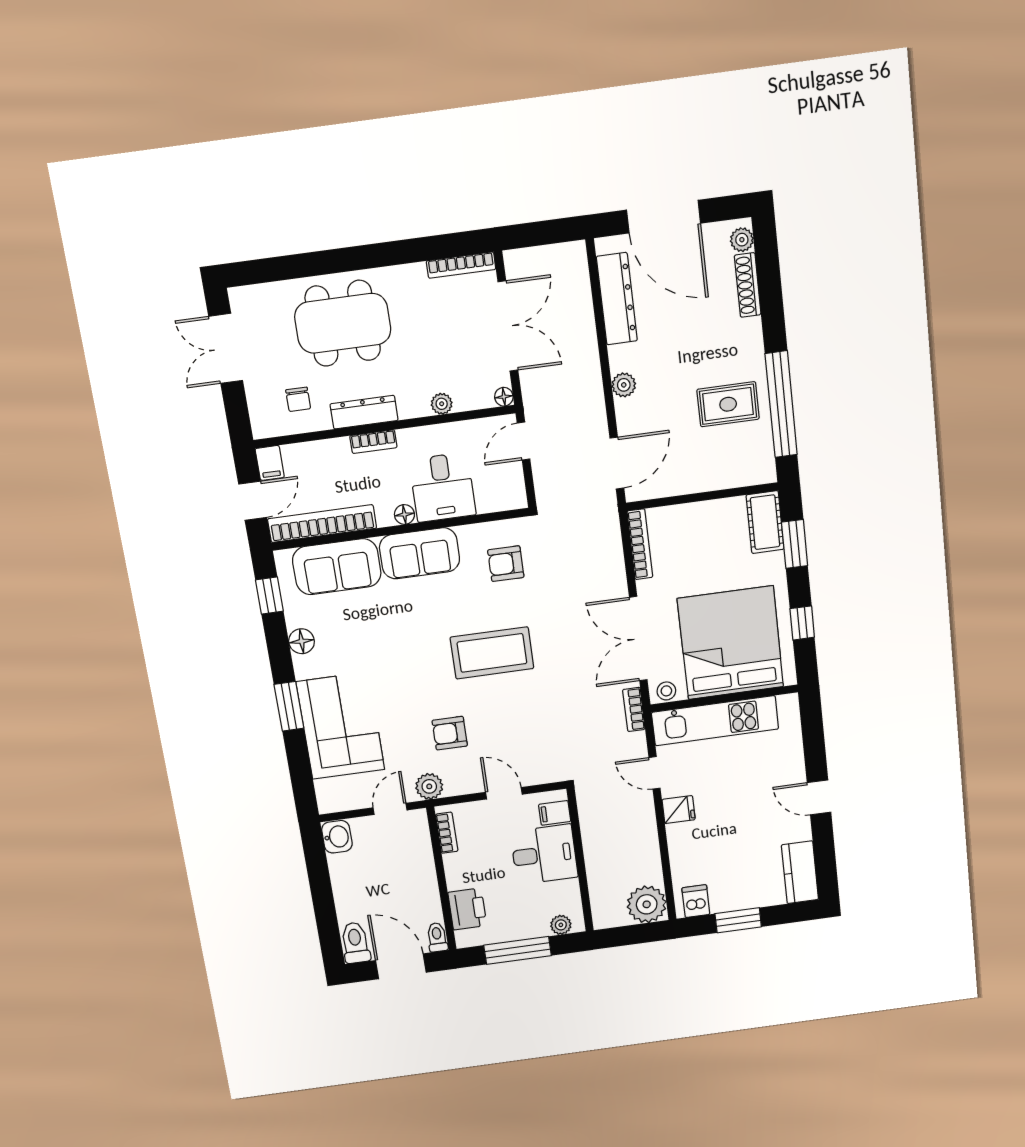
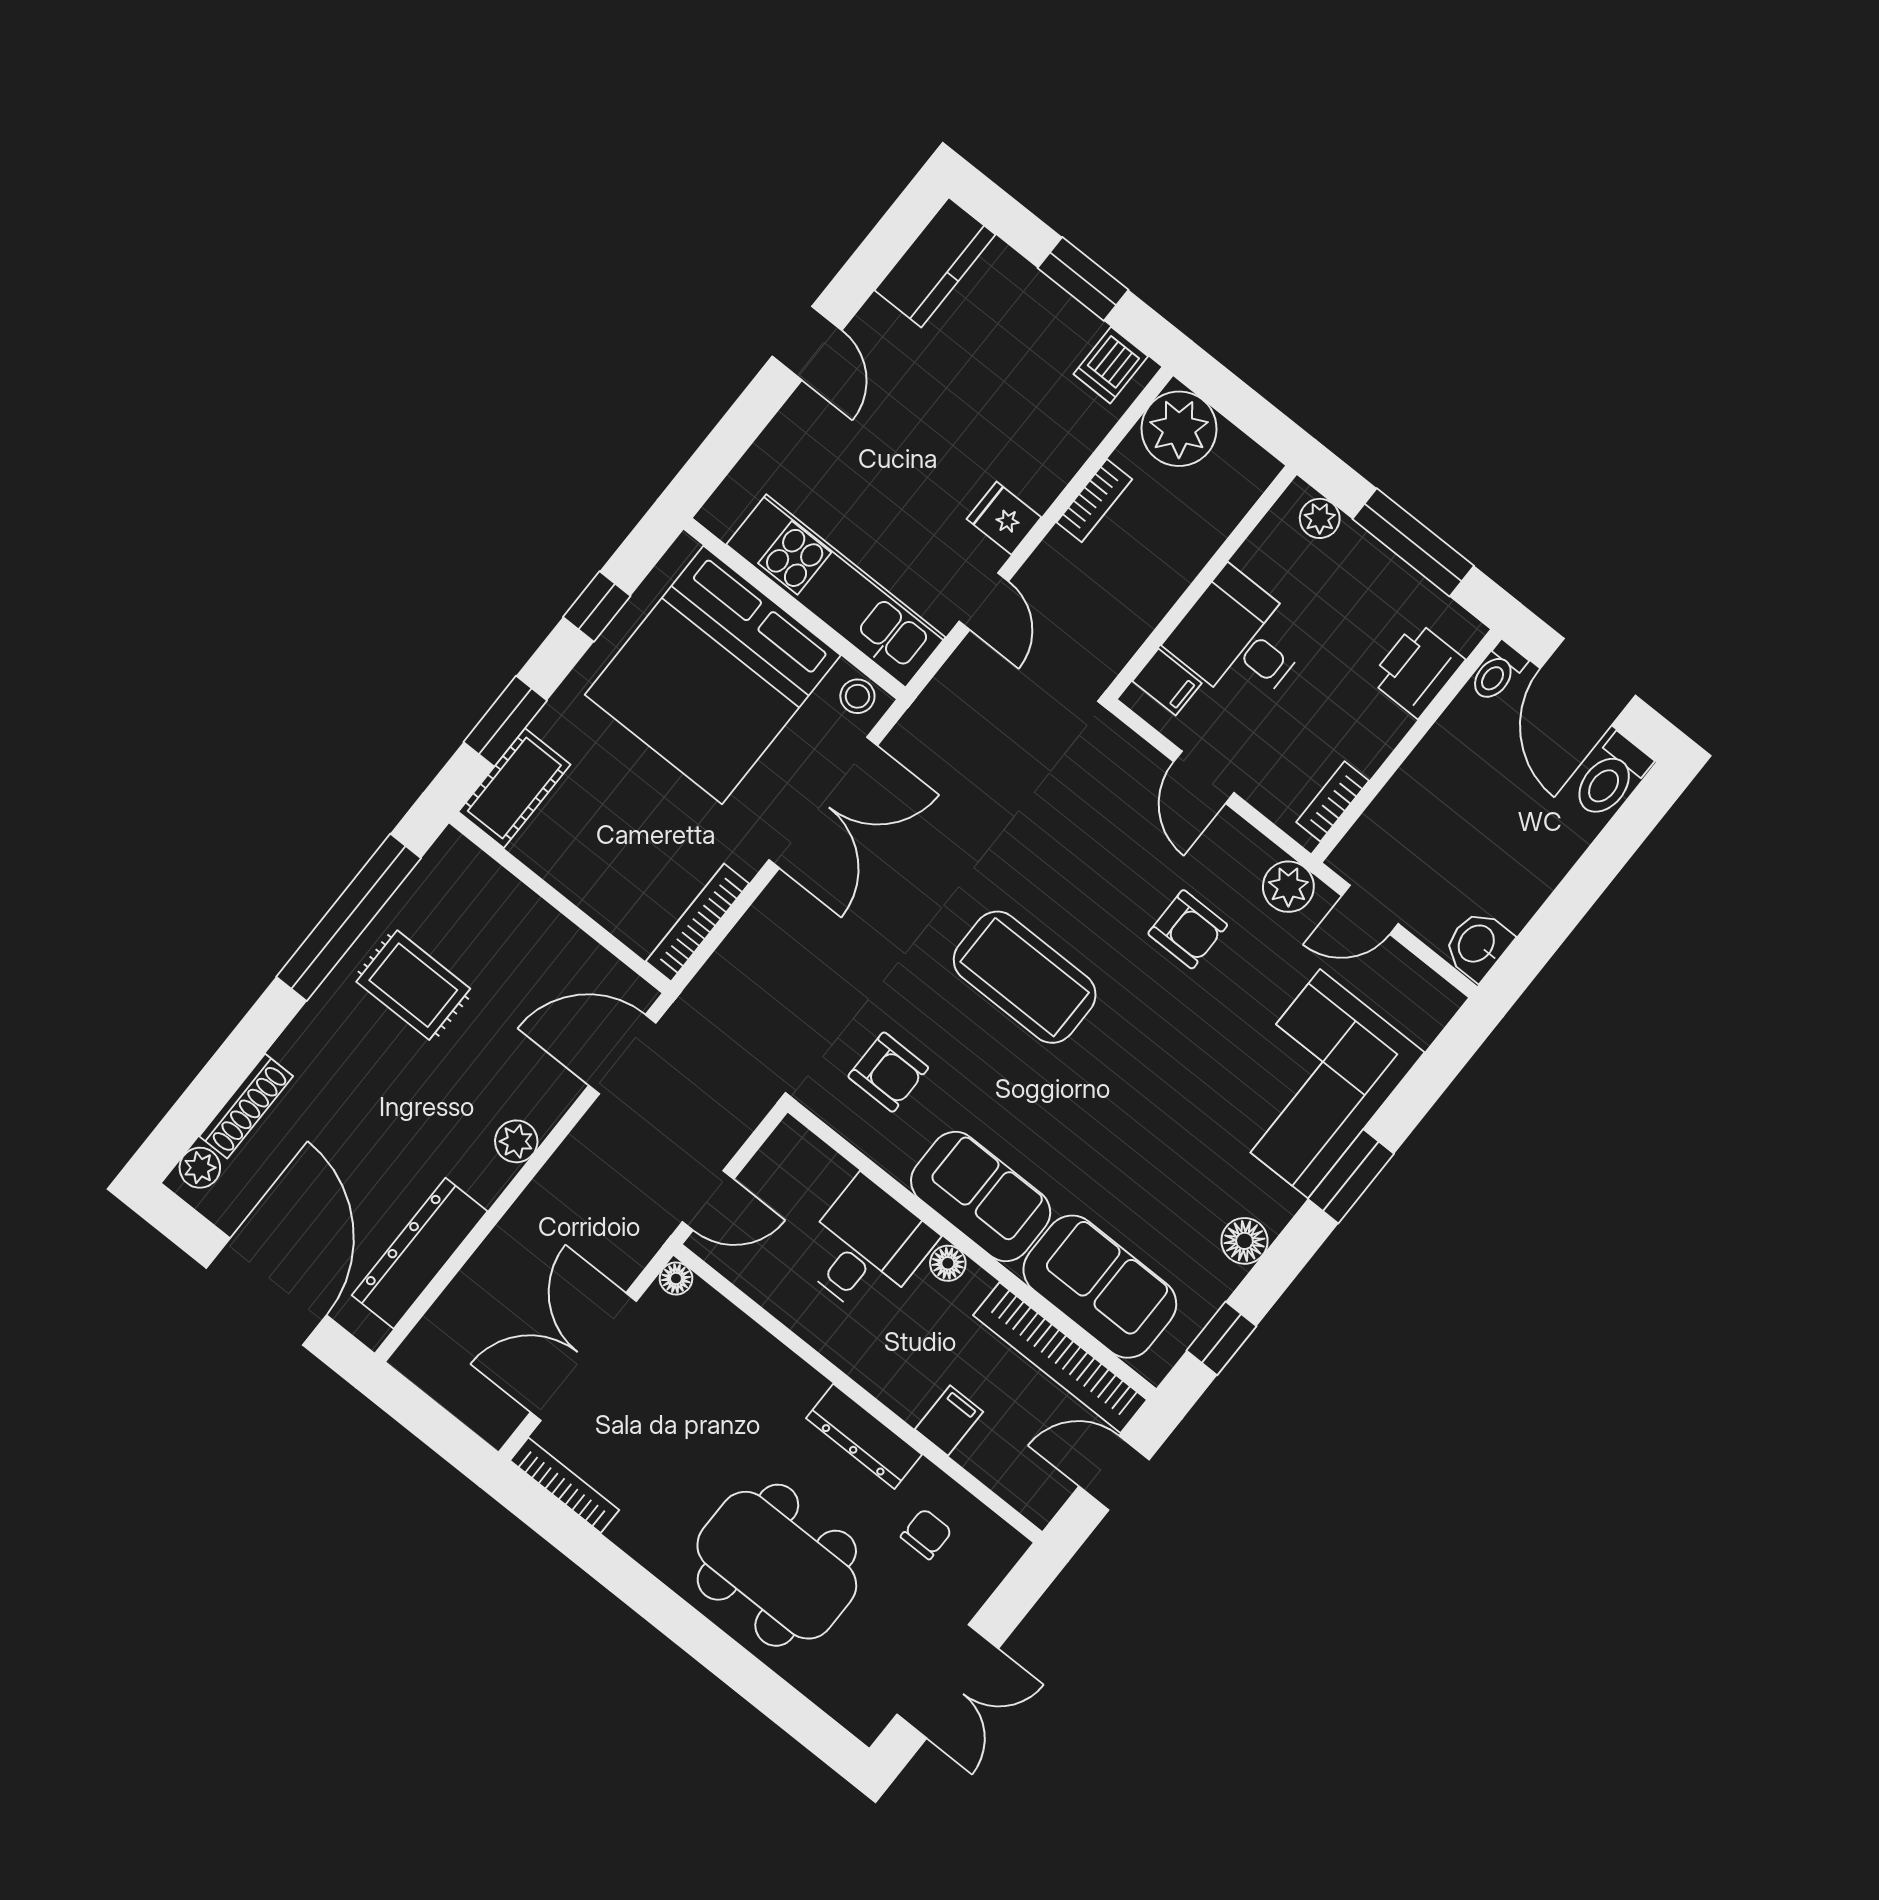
plant: (442, 404) -> (760, 1349), removed
bookcase: (373, 442) -> (891, 1390), removed
filing cabinet: (270, 463) -> (949, 1420), moved
bookcase: (634, 709) -> (1094, 501), moved

